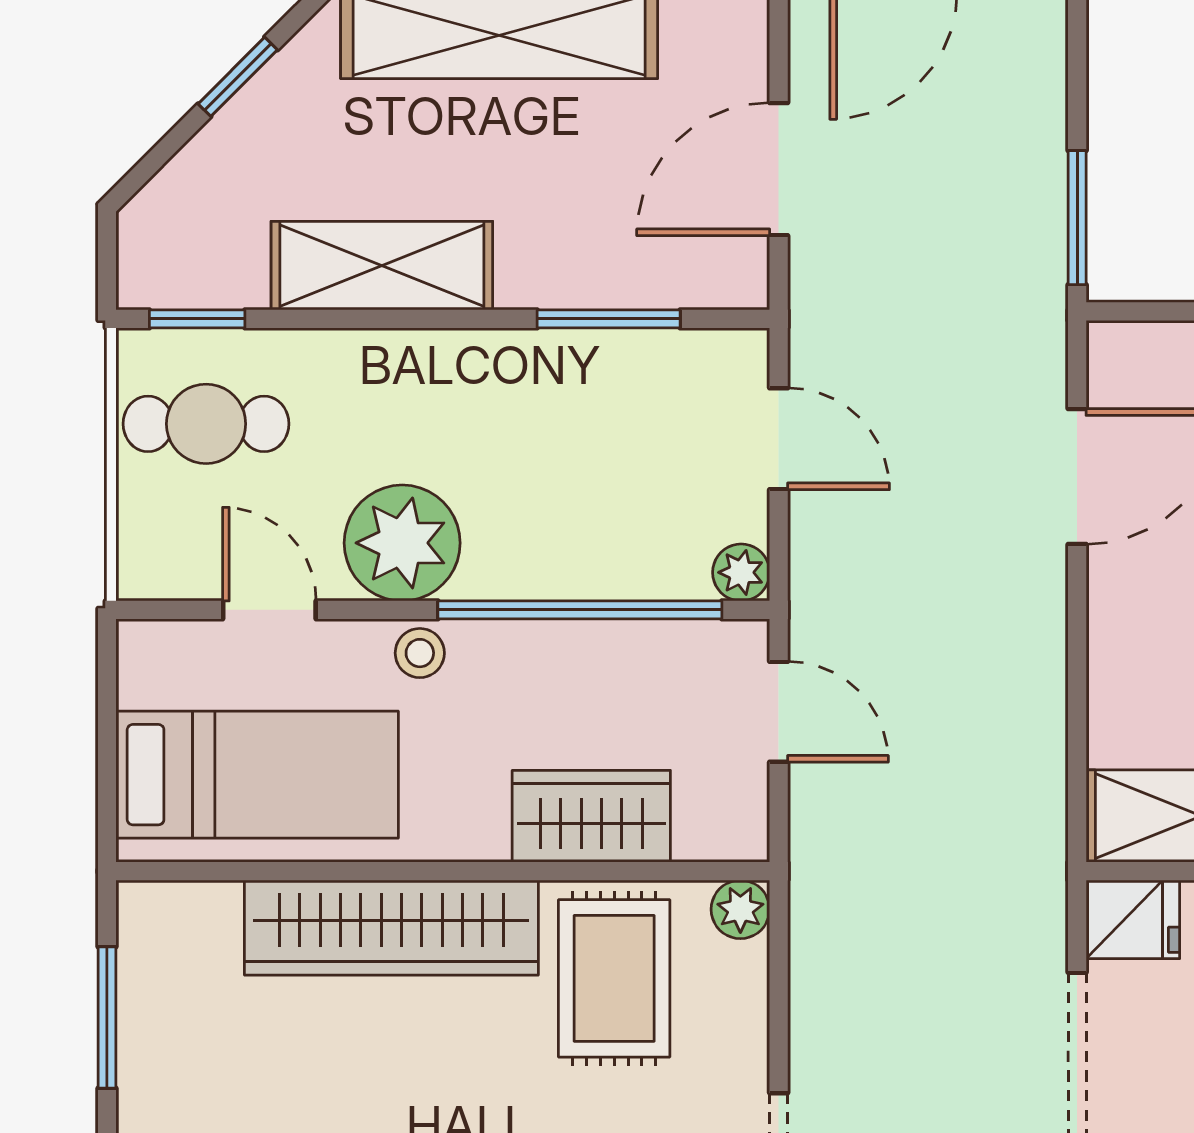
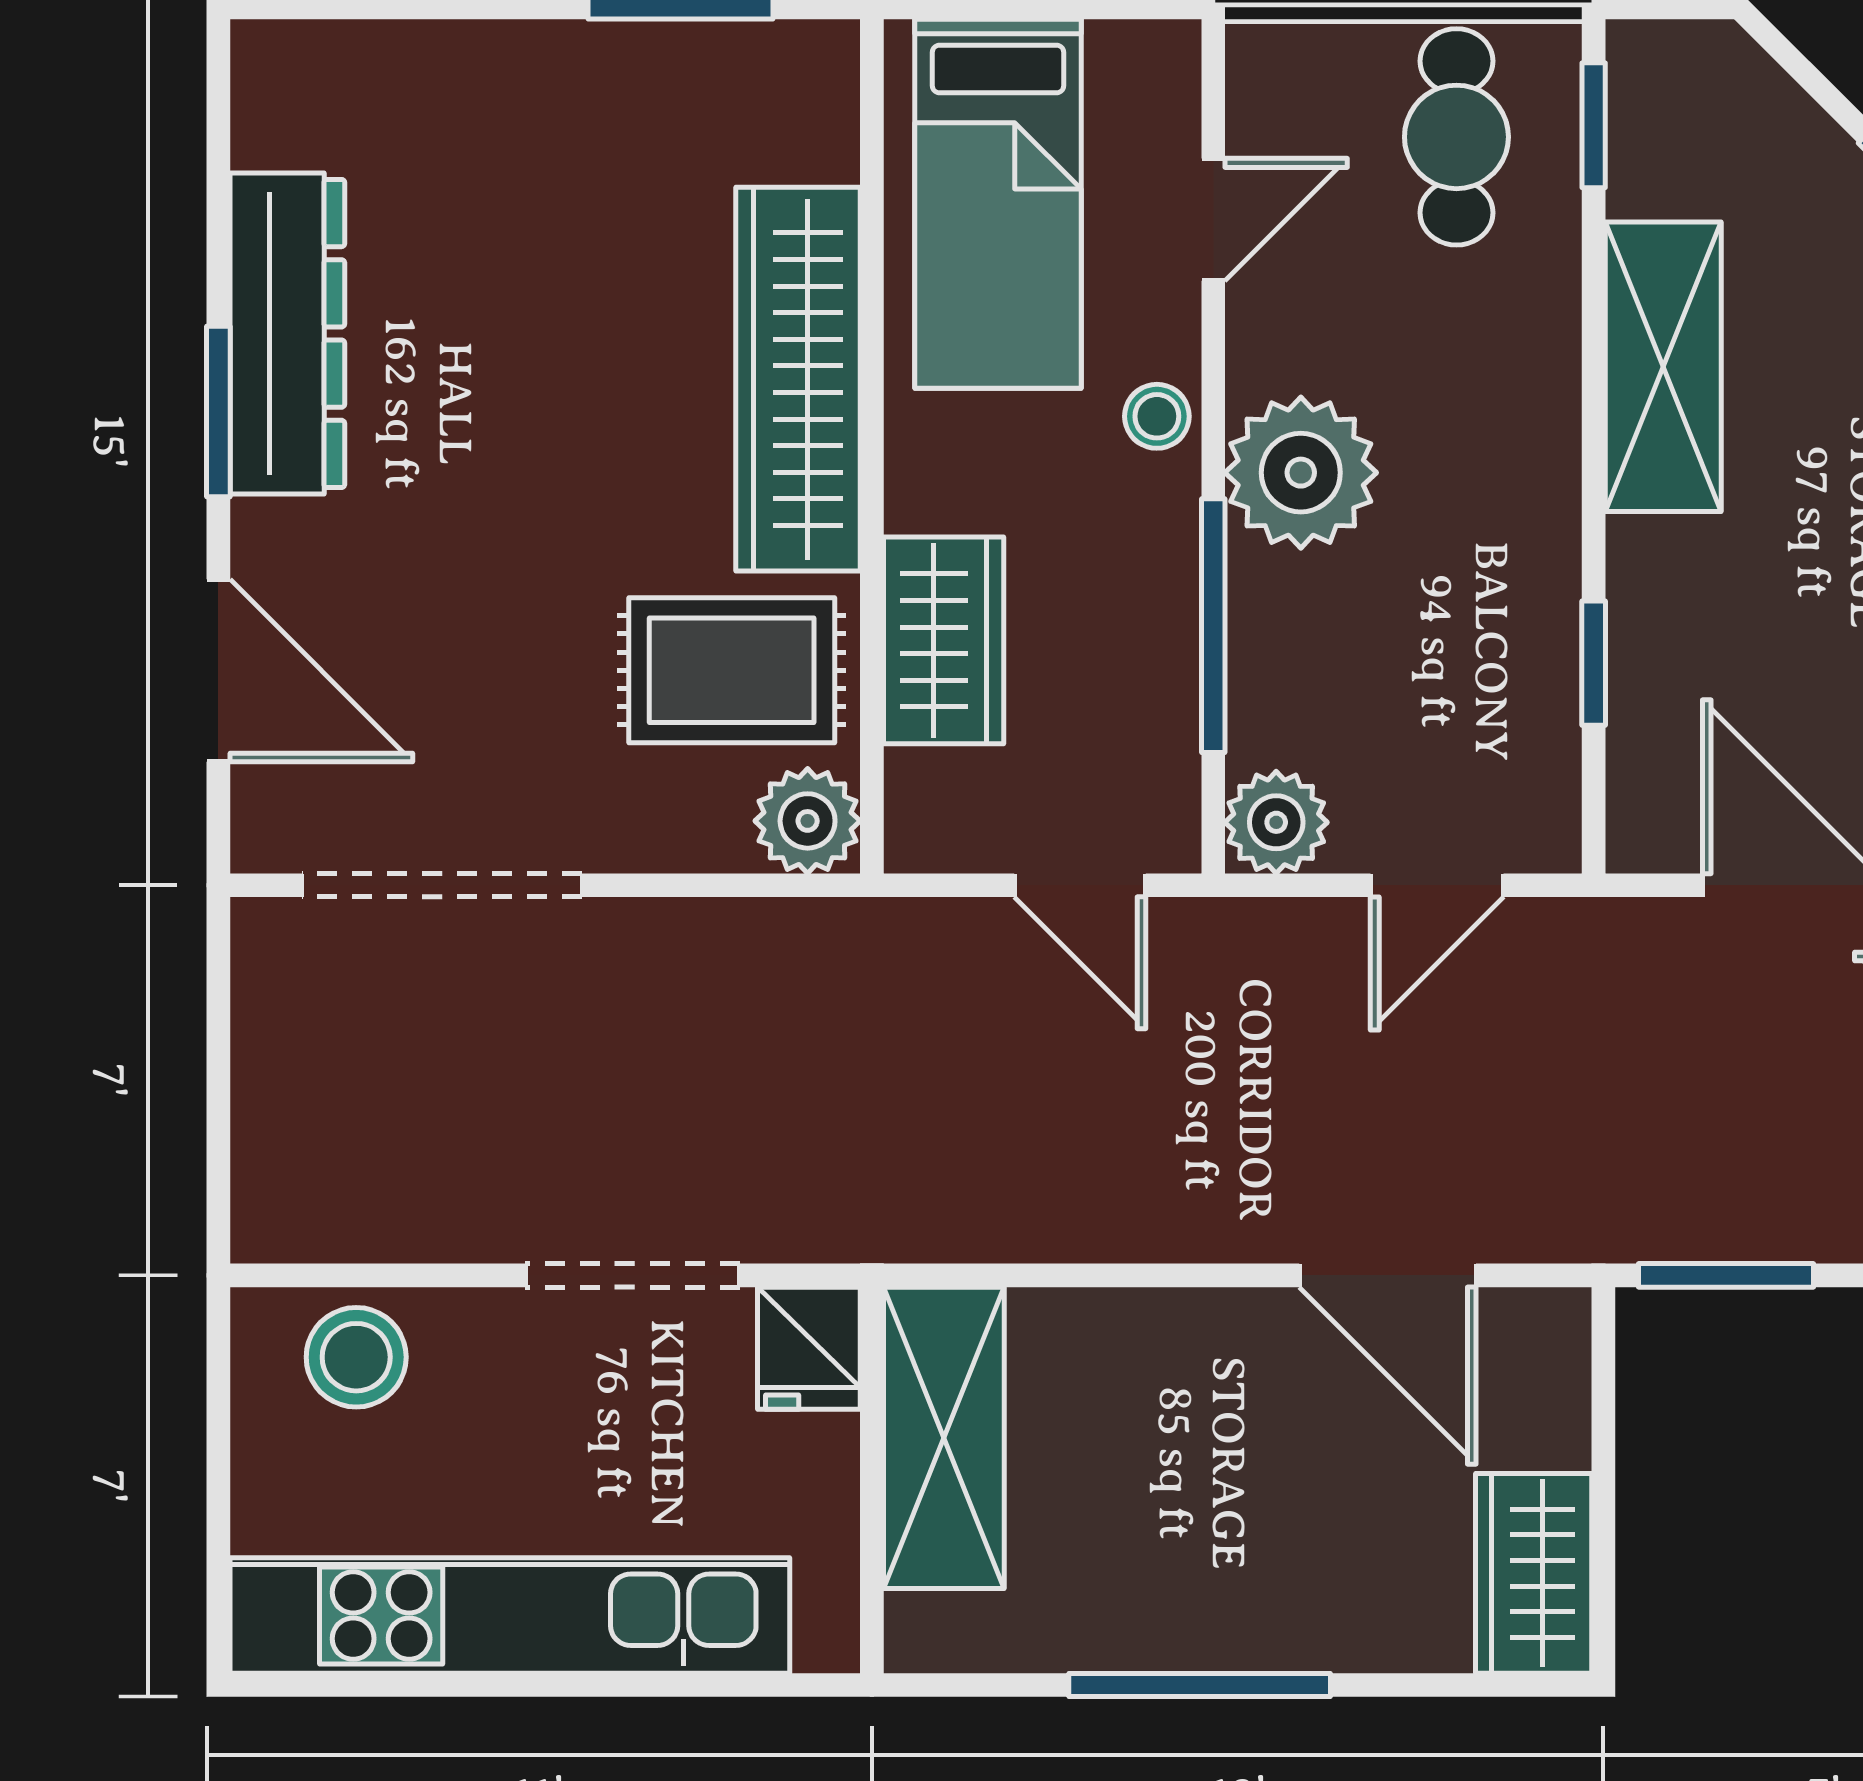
window: (609, 319) -> (1594, 663), width x0.67
plant: (402, 543) -> (1301, 473), moved
plant: (741, 572) -> (1276, 822), width x1.38, depth x1.38
window: (580, 610) -> (1213, 626), width x0.68
door: (779, 712) -> (1080, 885), hinge flipped
plant: (740, 909) -> (808, 821), width x1.38, depth x1.38

